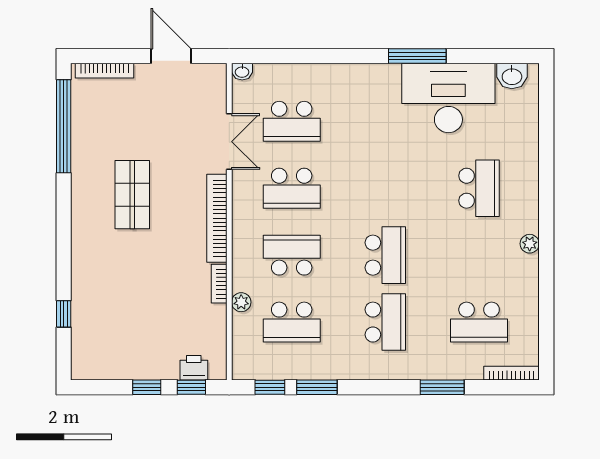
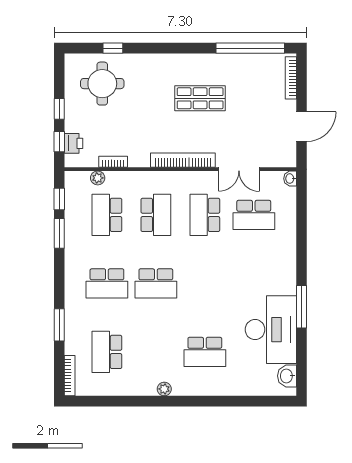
school desk: (292, 121) -> (254, 215), turned -90
bookcase: (219, 284) -> (113, 162), moved
plant: (241, 302) -> (98, 178), moved
round table: (112, 328) -> (102, 84), added

